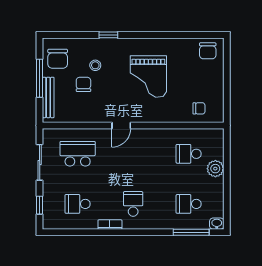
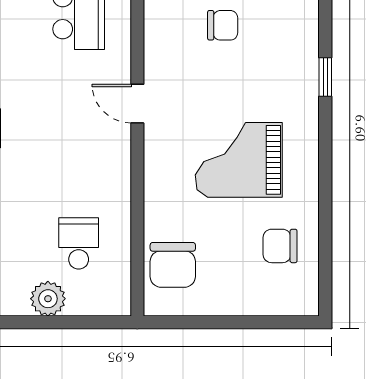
chair: (208, 51) -> (280, 246), moved
stool: (95, 65) -> (262, 50), removed
chair: (199, 108) -> (173, 265), width x1.87, depth x1.87

